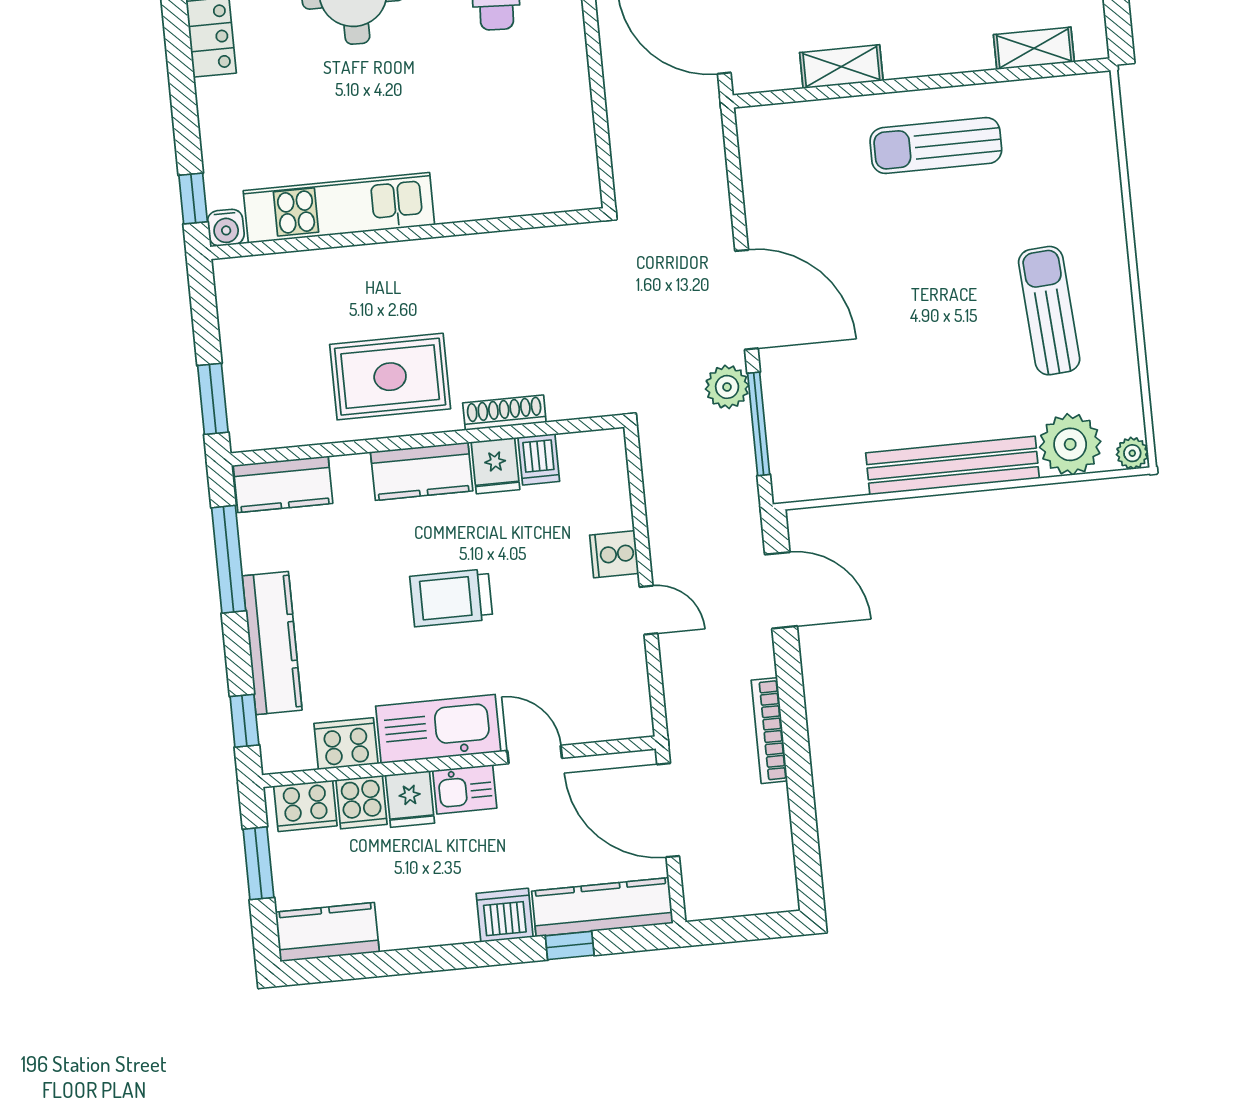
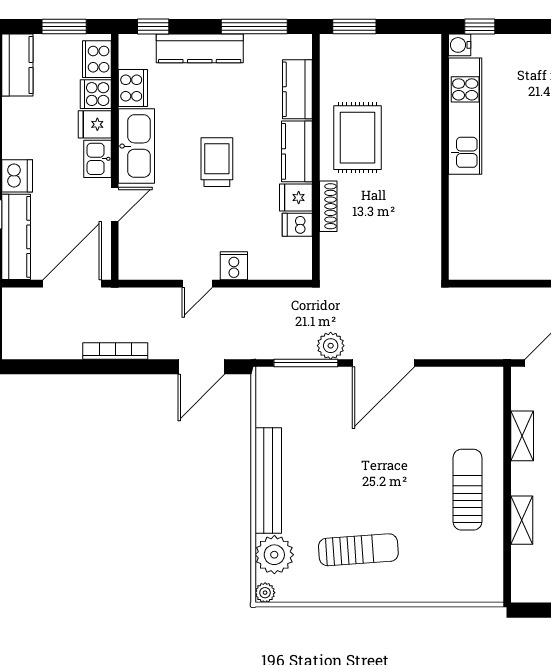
shelving: (1034, 48) -> (522, 520), moved
kitchen counter: (283, 484) -> (297, 89), moved

